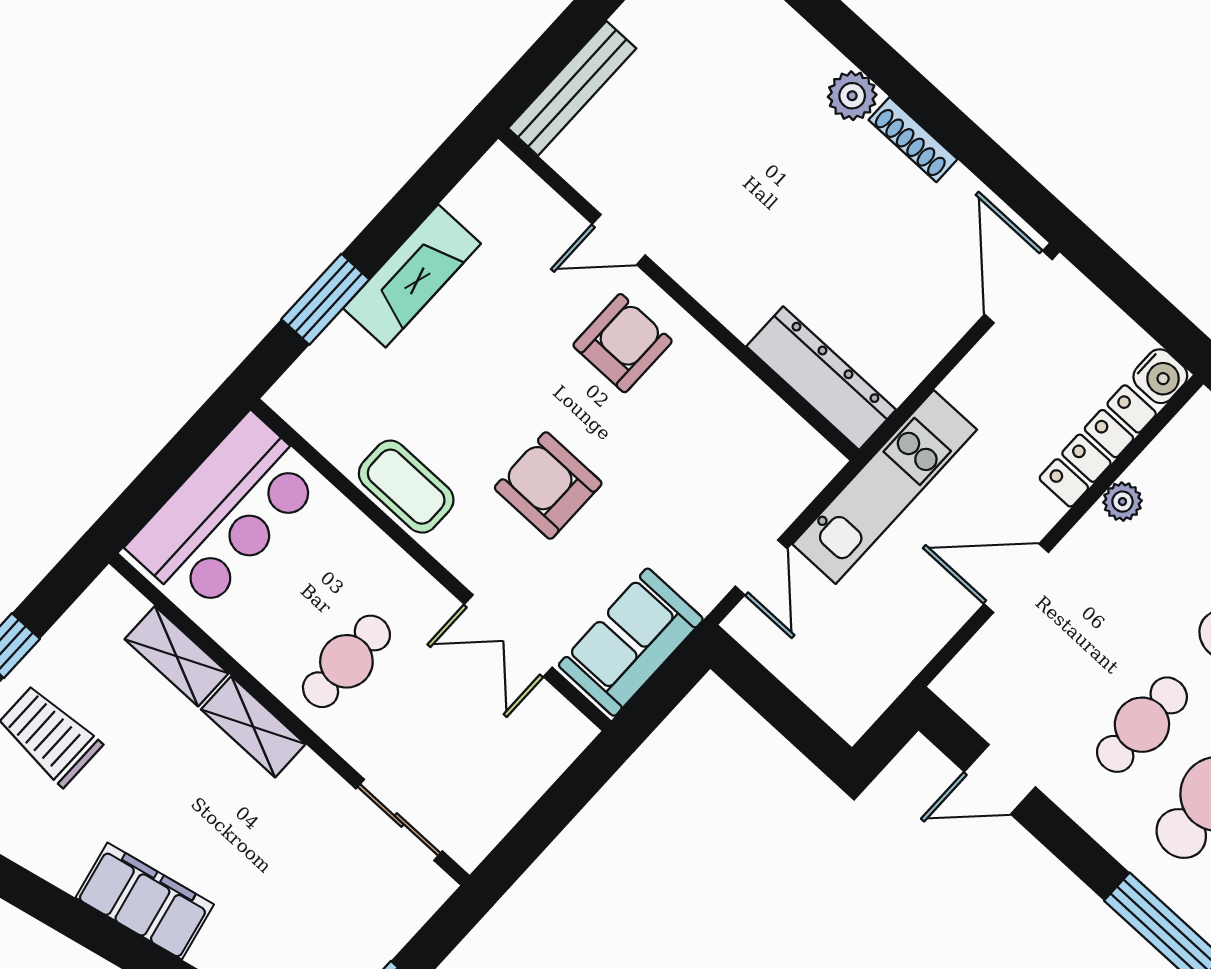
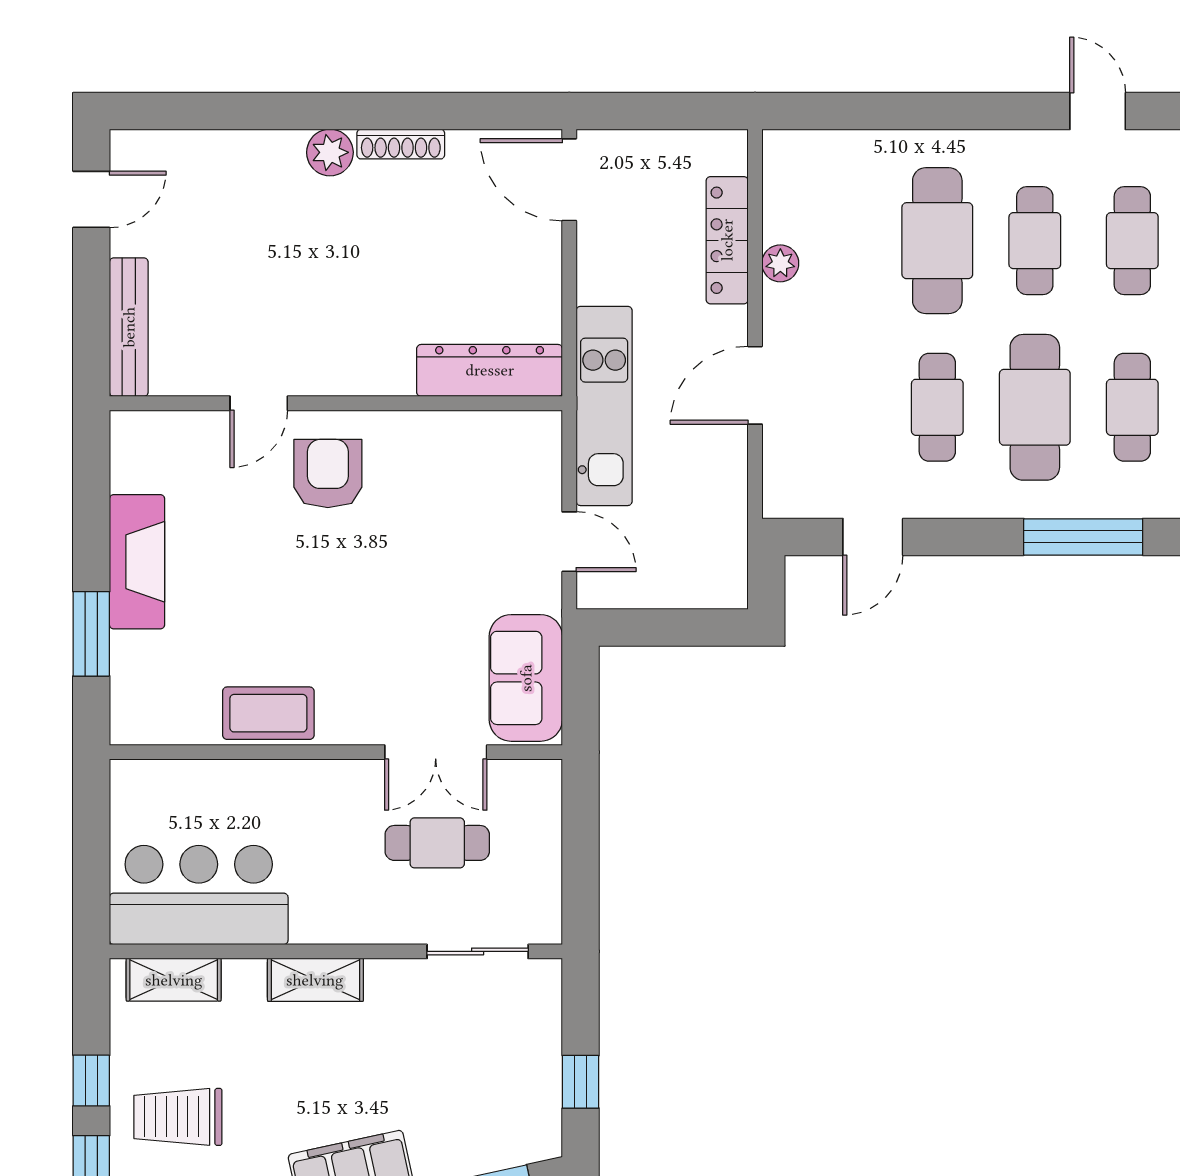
water cooler: (1160, 376) -> (726, 151), removed
armchair: (548, 486) -> (367, 621), removed
bar counter: (225, 514) -> (199, 895), moved, turned -90
shelving: (177, 656) -> (174, 980), moved
cafe table: (346, 661) -> (437, 843), moved, turned 90

